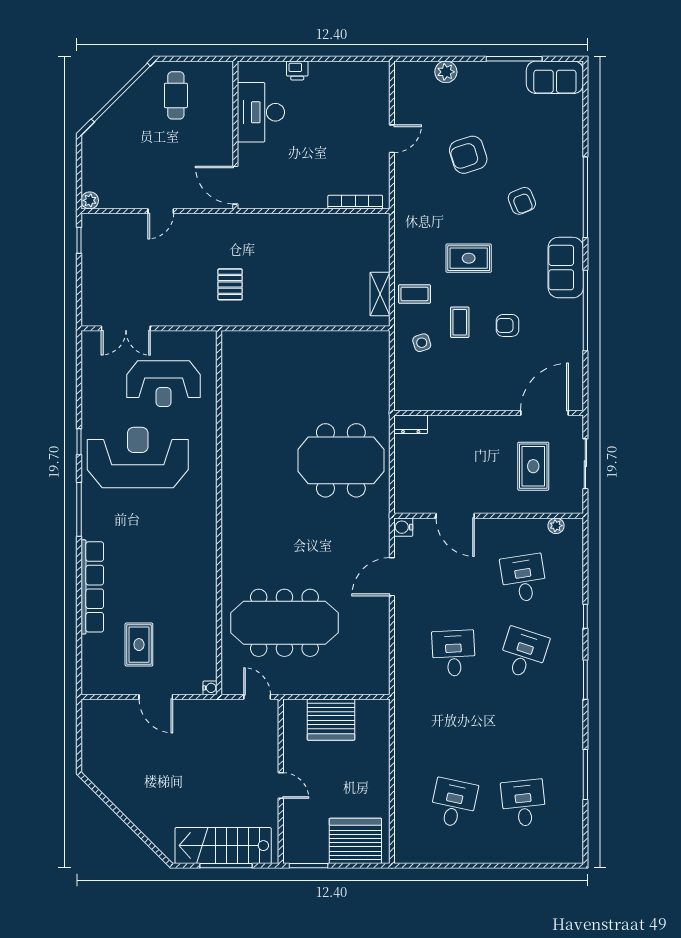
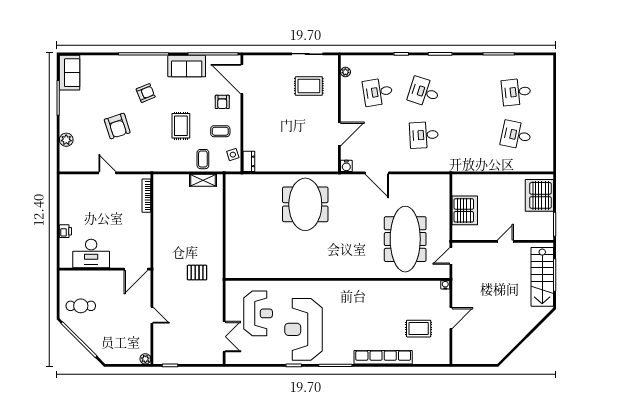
wall: (489, 413) -> (242, 113), moved
door: (545, 413) -> (242, 79), moved
dresser: (411, 424) -> (249, 161), moved

